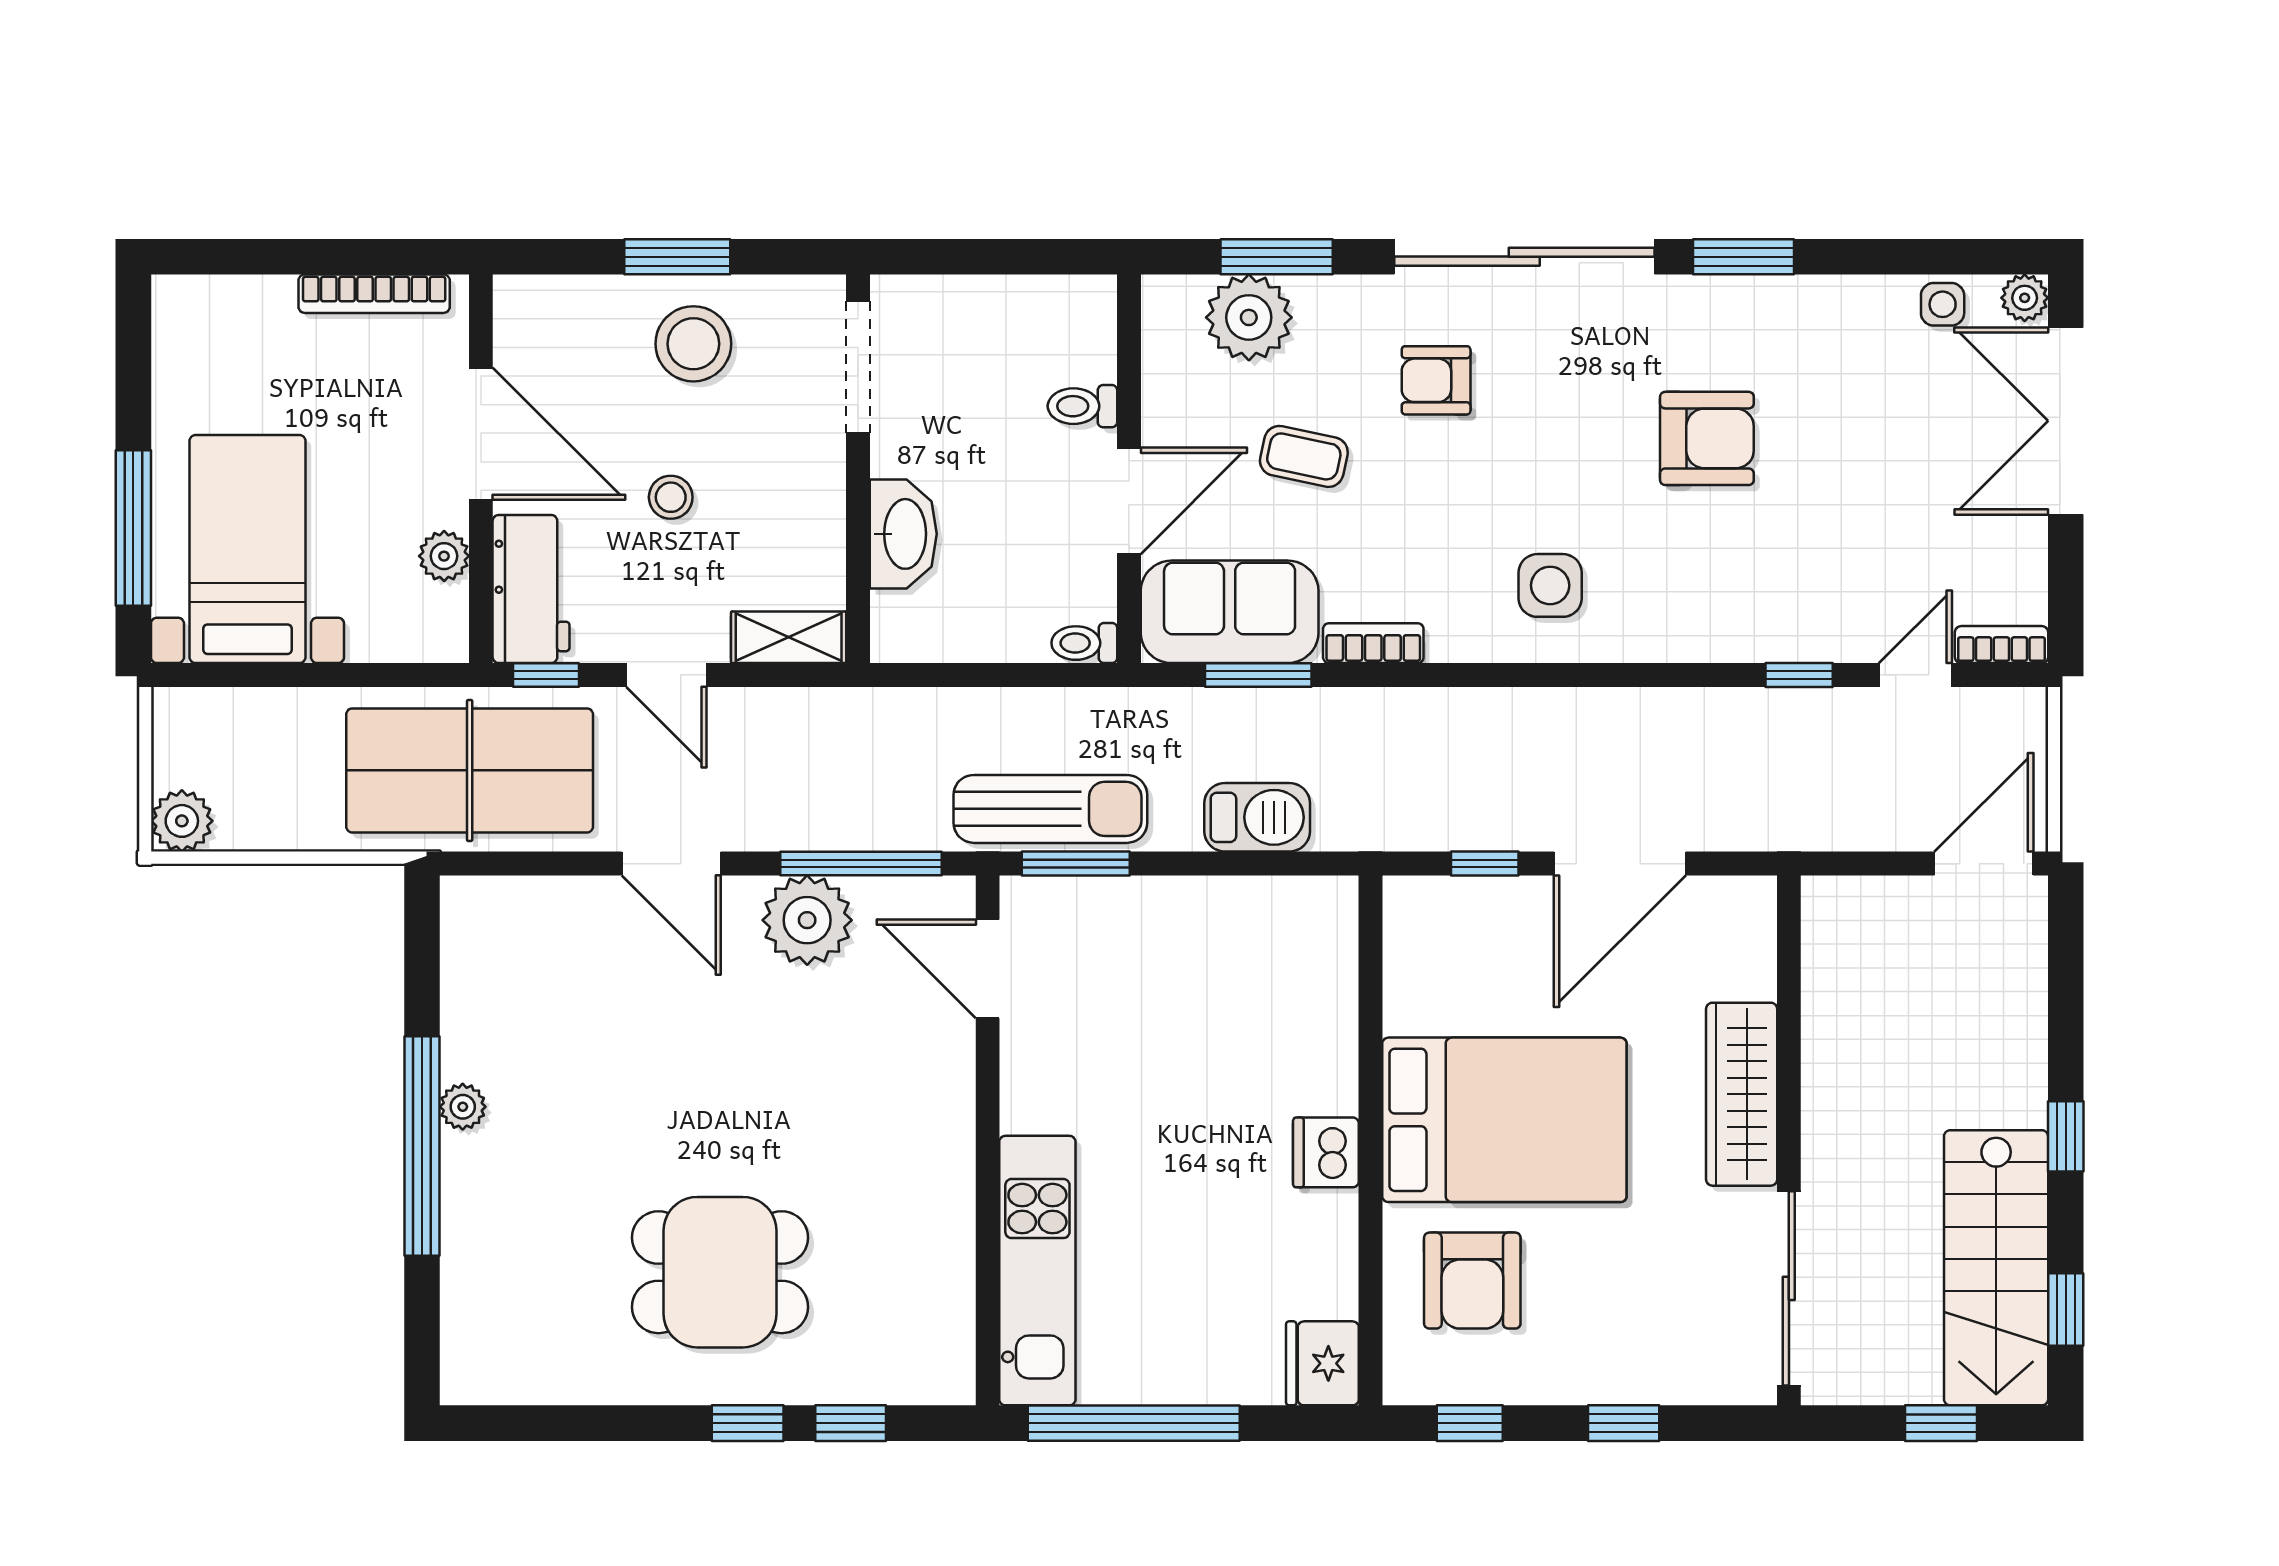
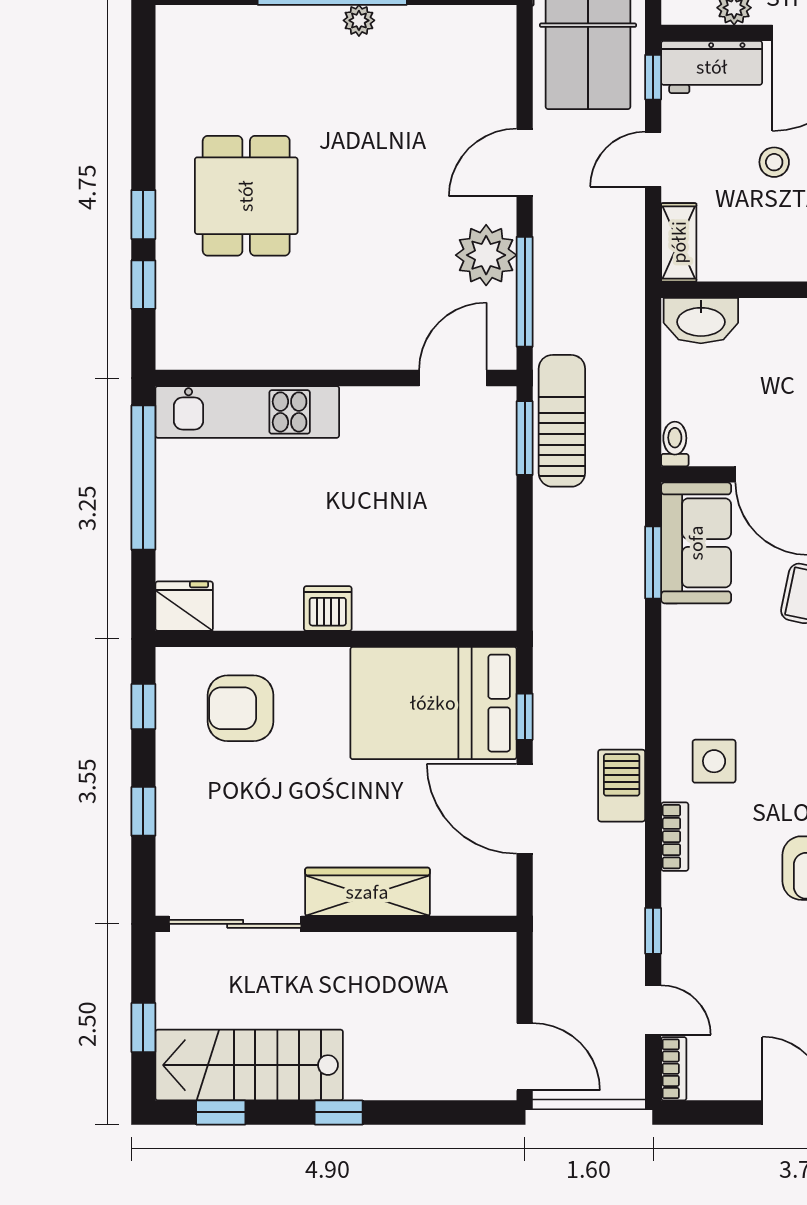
washbasin: (903, 534) -> (701, 321), moved
bookcase: (1373, 643) -> (675, 837), moved
sun lounger: (1050, 809) -> (562, 421), turned 180
barbecue: (1257, 817) -> (622, 786), moved, turned 180
bed: (1504, 1120) -> (433, 703), moved, turned 90

